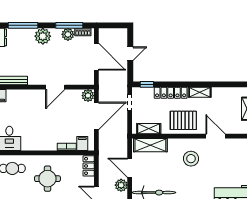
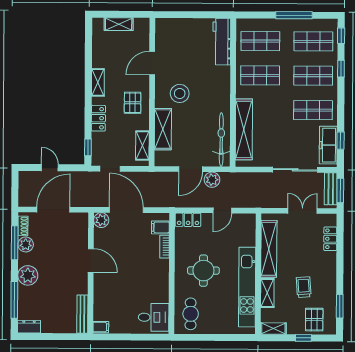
locker: (171, 93) -> (98, 118), width x0.66
pallet: (183, 120) -> (133, 103), width x0.67, depth x0.71
shelving: (150, 145) -> (163, 129), moved

